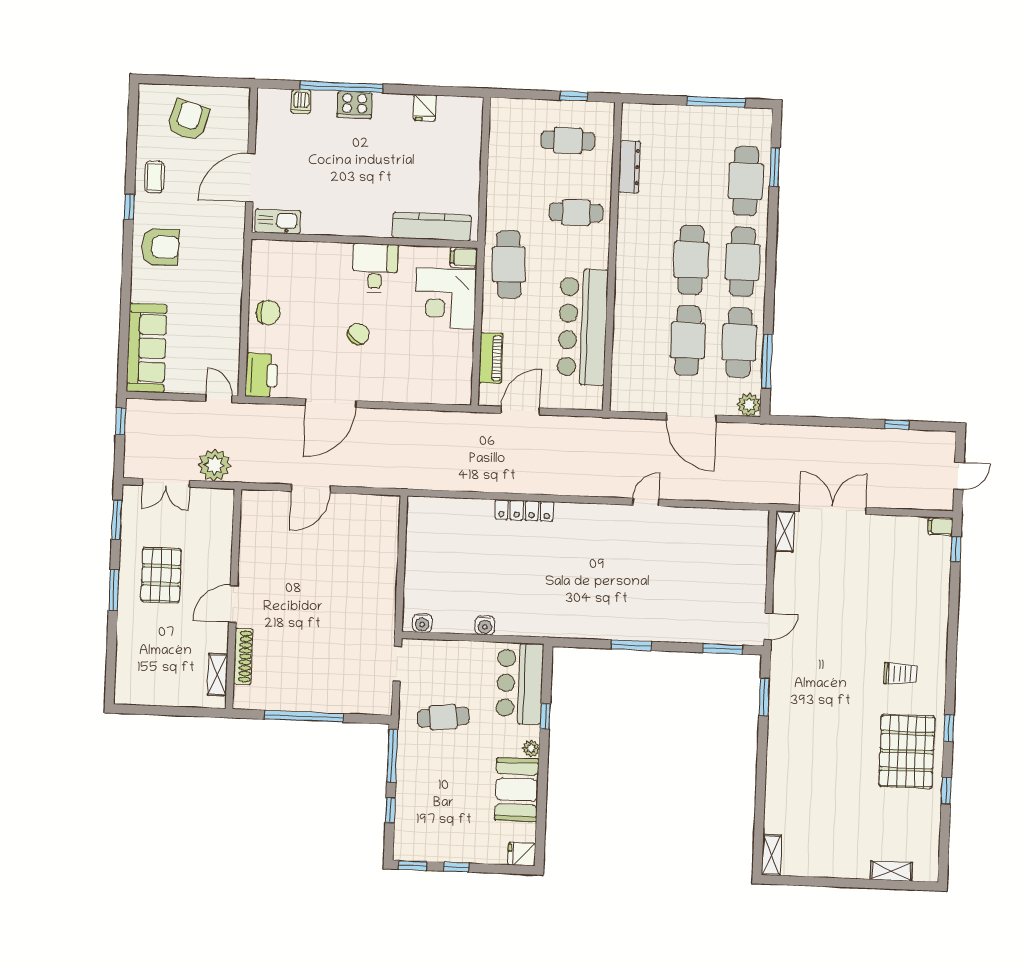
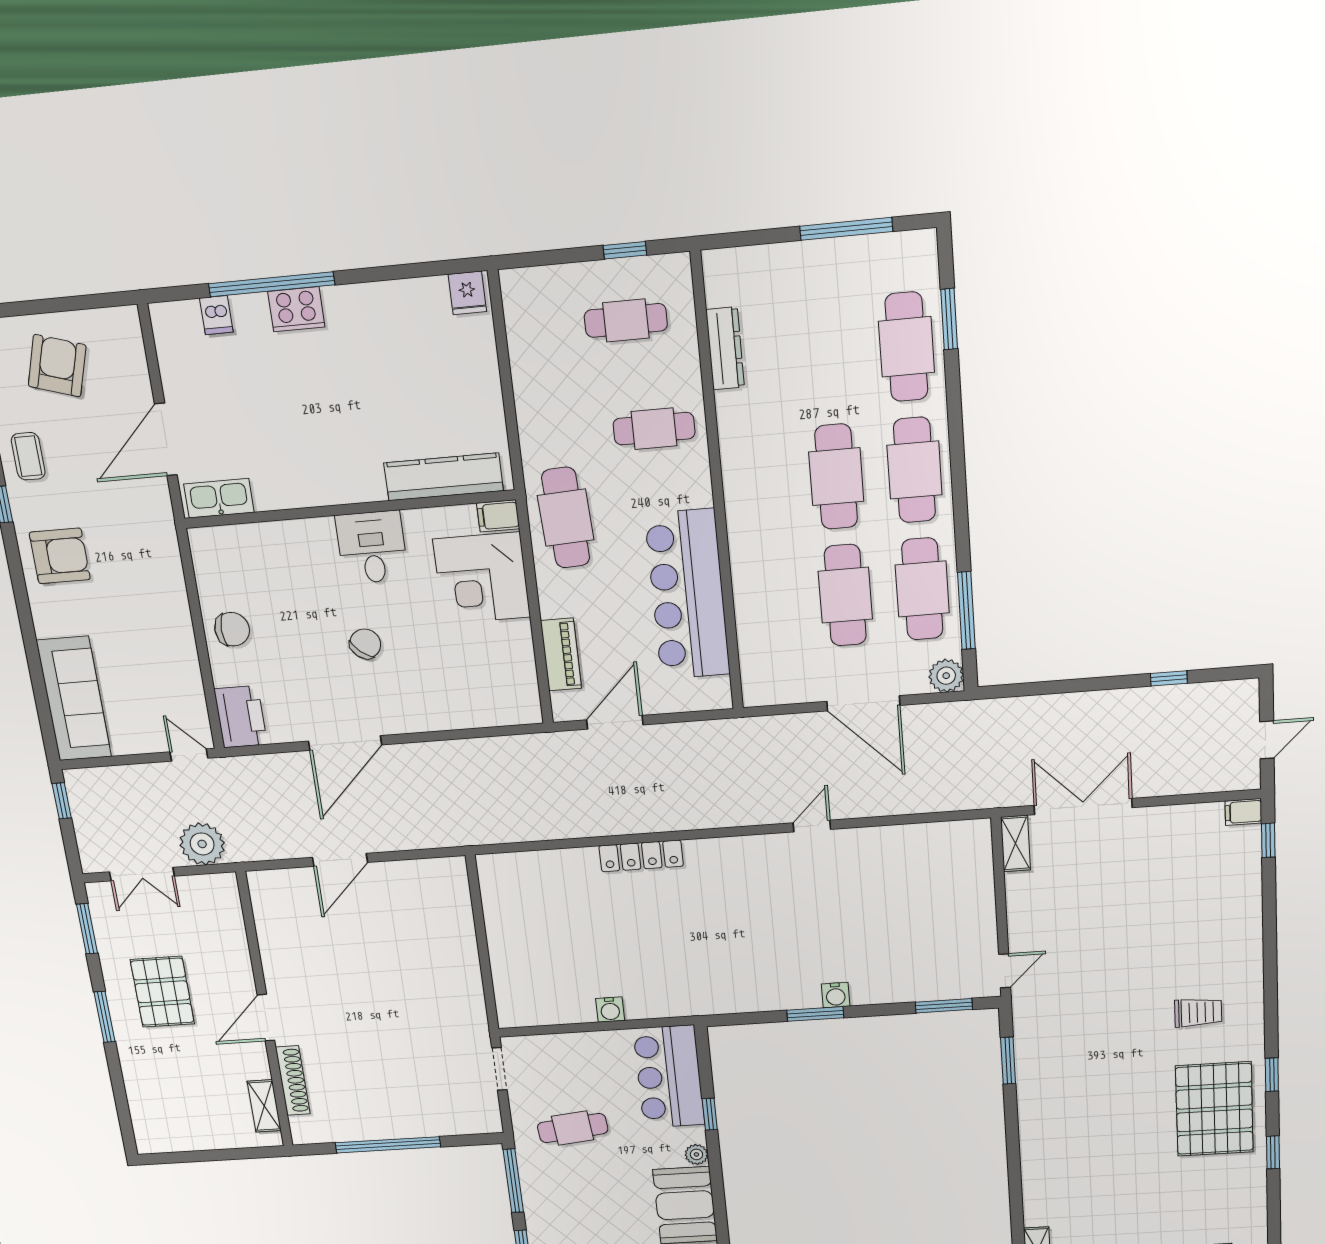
fridge: (425, 108) -> (467, 293), moved
water cooler: (422, 623) -> (836, 995), moved

